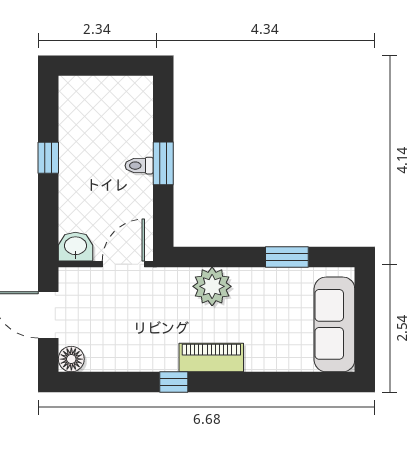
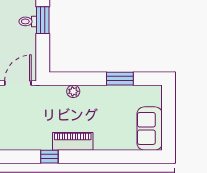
plant: (212, 286) -> (73, 91), width x0.53, depth x0.53
sofa: (334, 324) -> (150, 128), width x0.73

